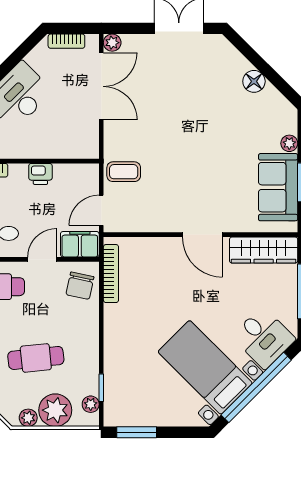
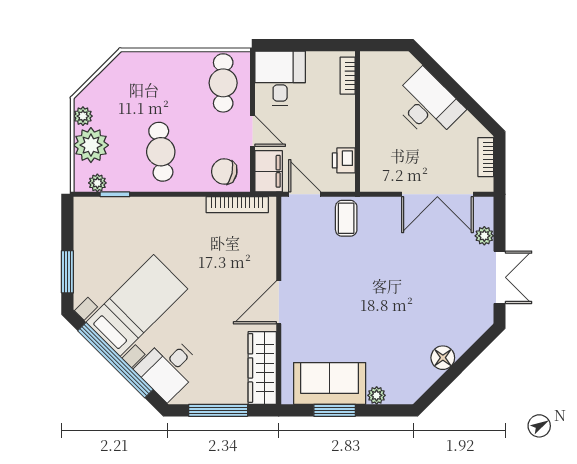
plant: (112, 43) -> (484, 236), moved
printer: (40, 174) -> (344, 160), moved
cafe table: (36, 358) -> (161, 152), moved
window: (137, 432) -> (67, 272), moved

